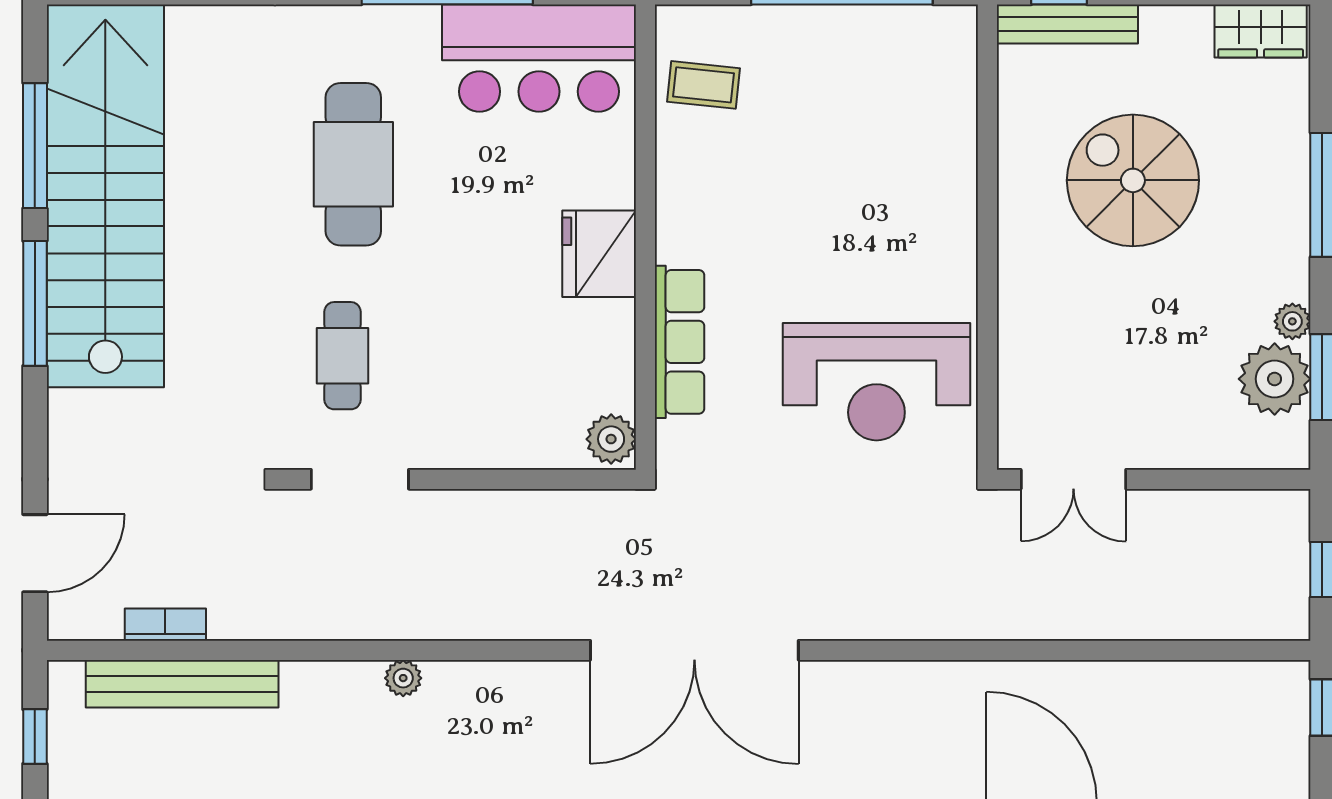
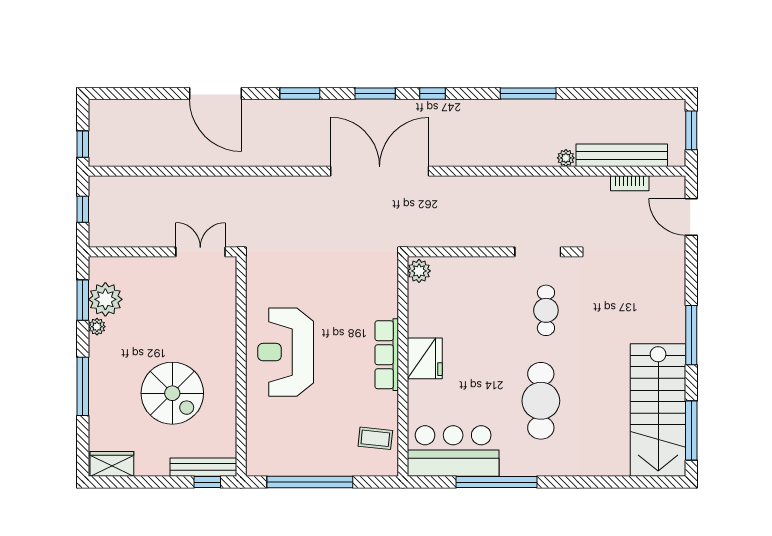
window: (35, 146) -> (691, 430), moved
stairs: (105, 196) -> (658, 410), width x0.73
row of seats: (680, 342) -> (387, 355), moved
reception desk: (876, 382) -> (286, 352), moved, turned -90
door: (35, 553) -> (691, 217), hinge flipped
plant: (403, 678) -> (566, 158), moved
window: (35, 737) -> (691, 130), width x1.50

